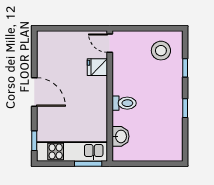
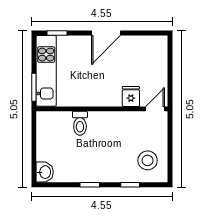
toilet: (124, 103) -> (80, 123), moved
washbasin: (120, 136) -> (45, 172), moved, turned -90

